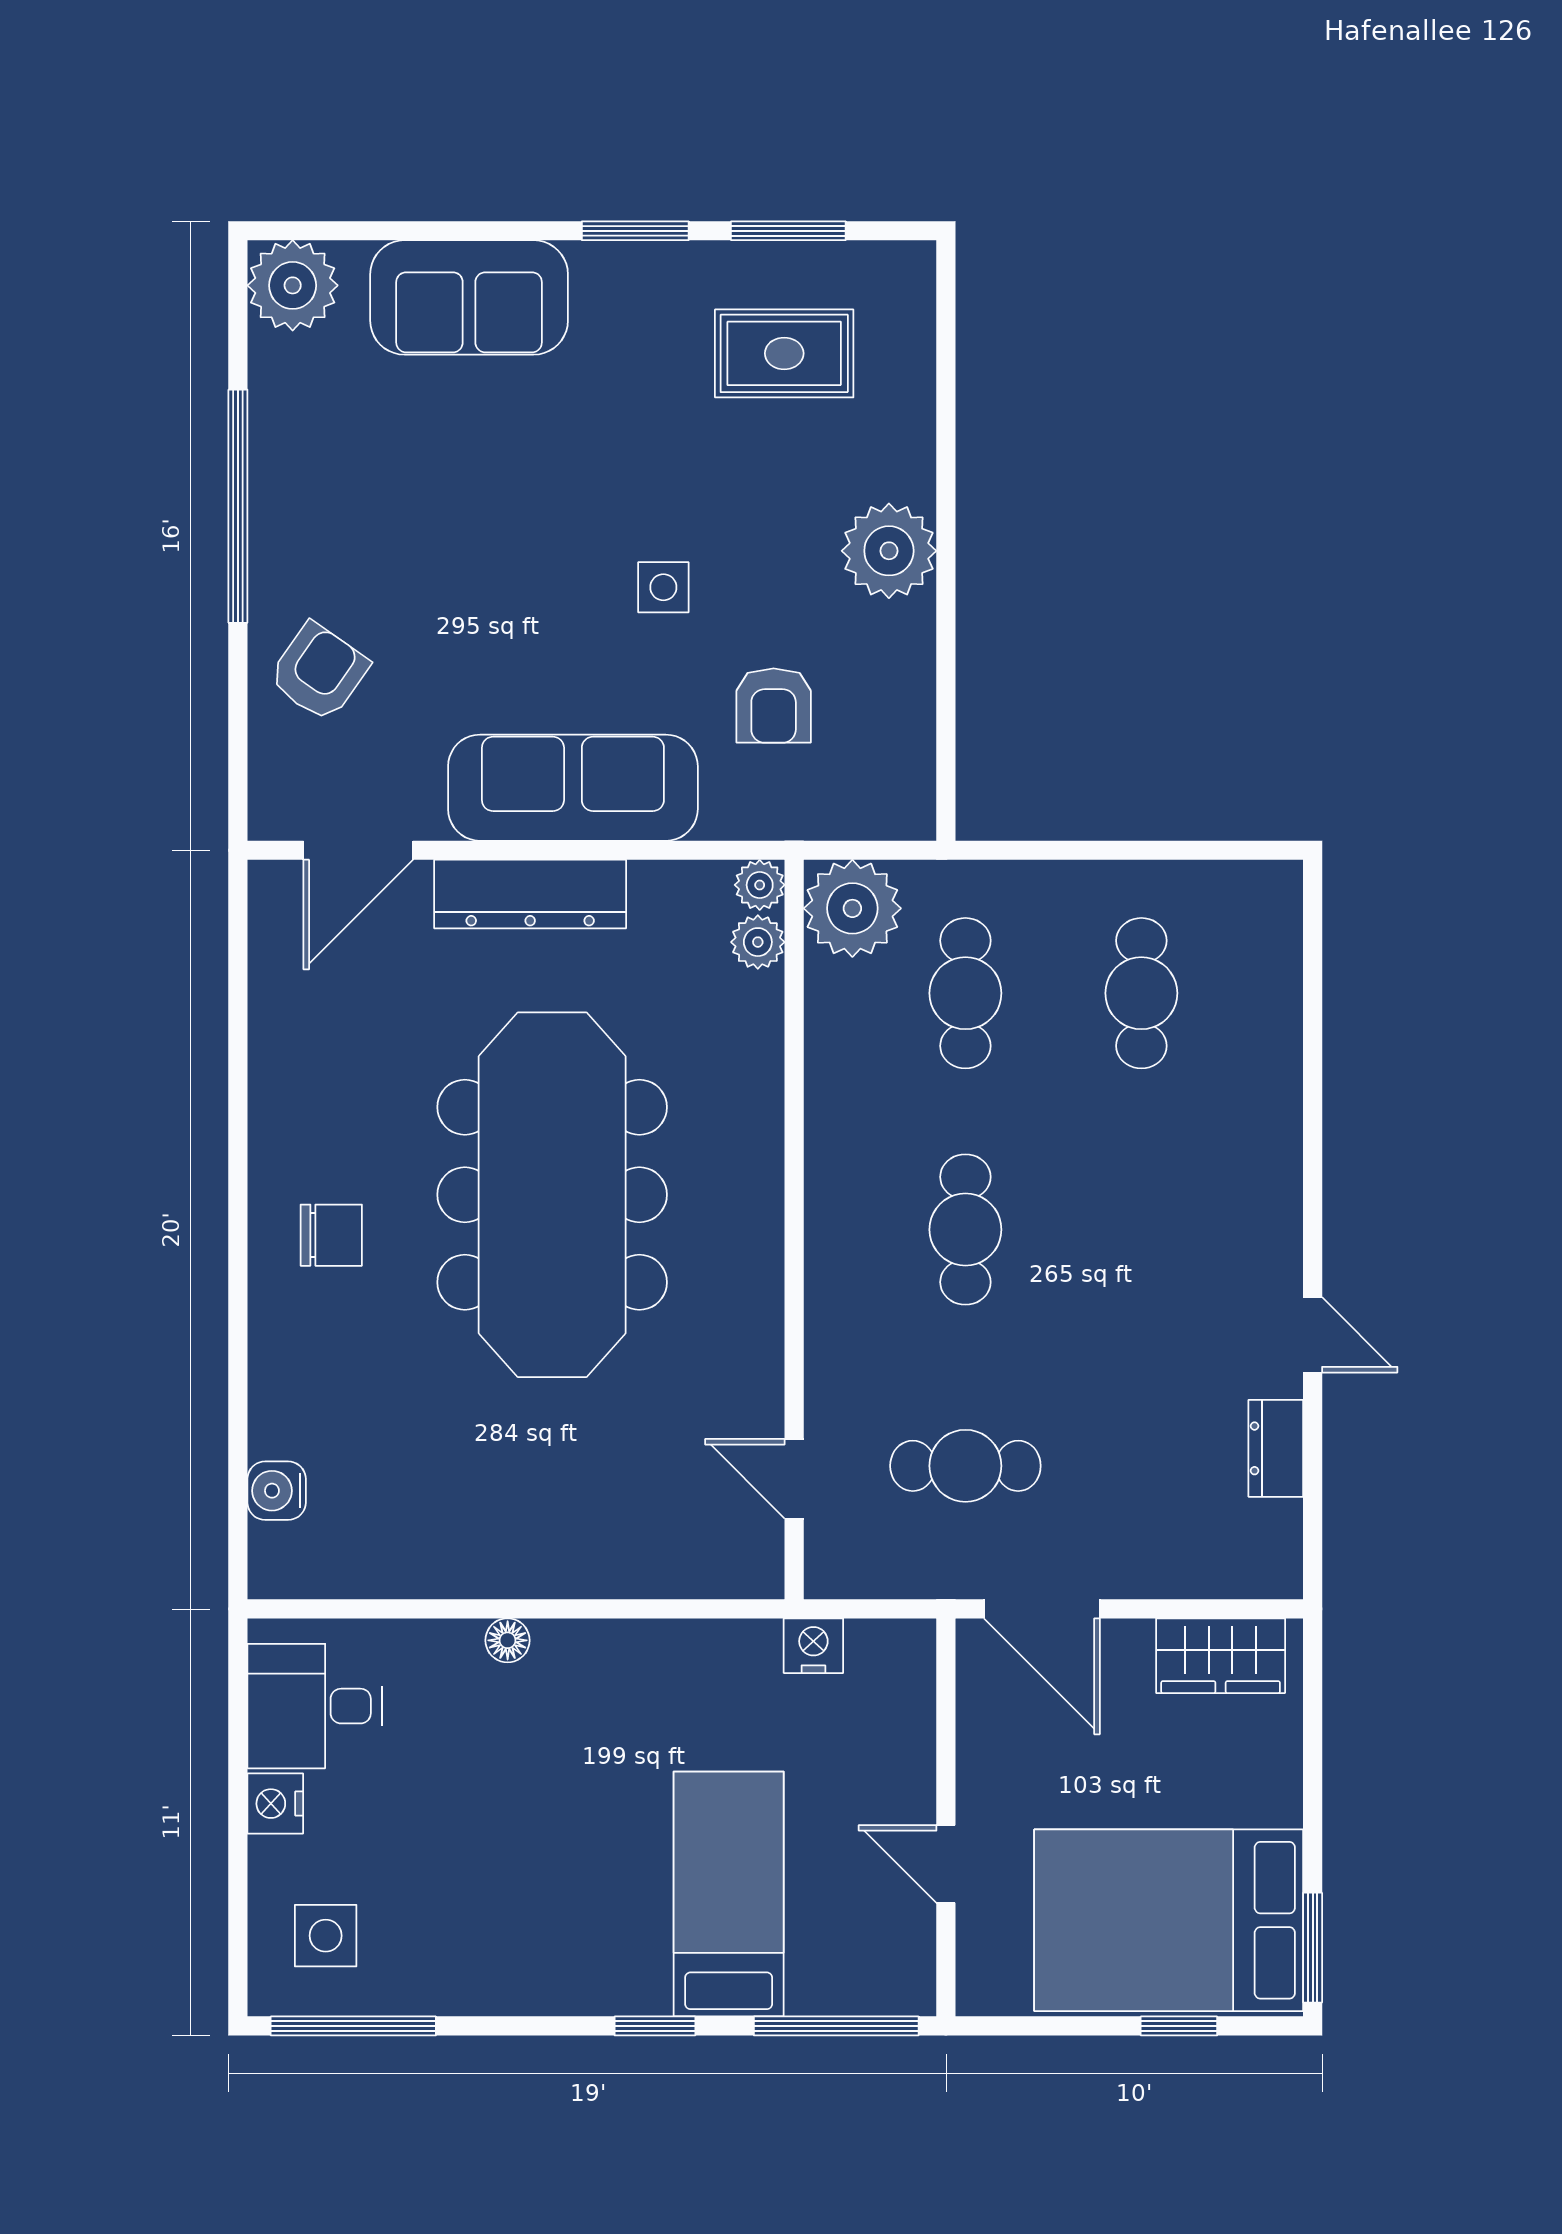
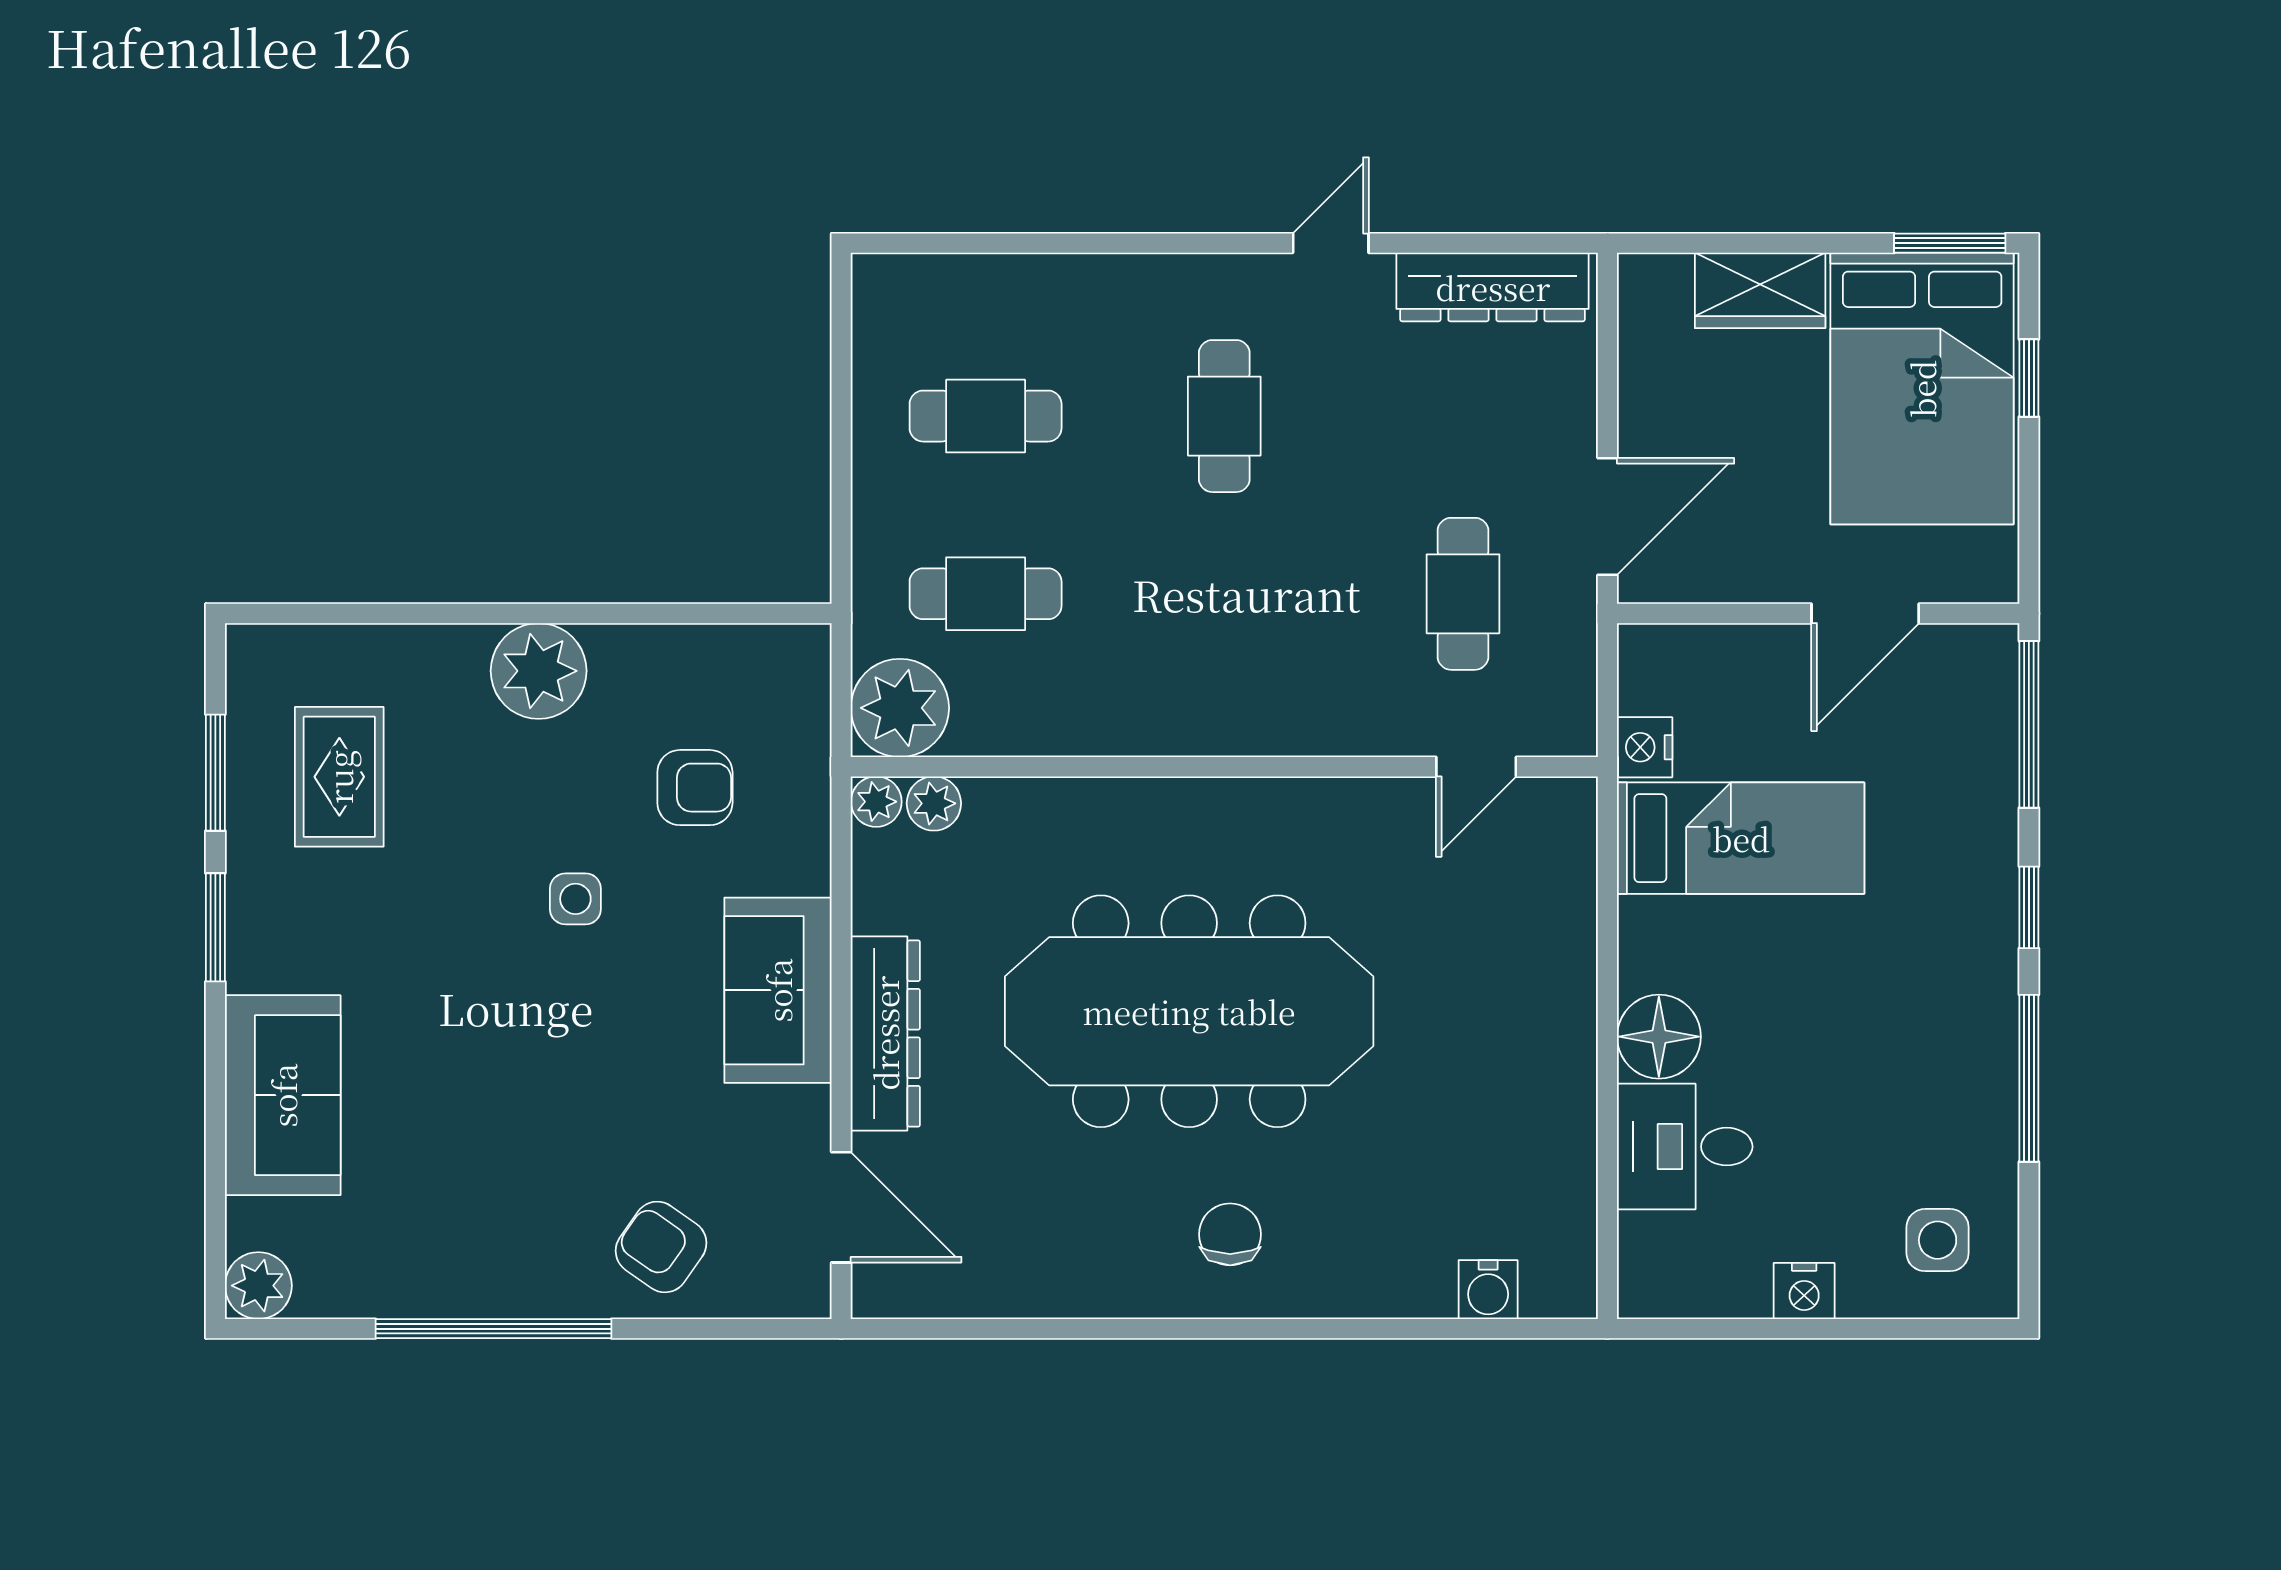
plant: (293, 285) -> (258, 1286), width x0.73, depth x0.73
sofa: (573, 788) -> (778, 990), width x0.73
cafe table: (965, 1230) -> (1224, 416), moved, turned 90
dresser: (1276, 1448) -> (1493, 287), width x1.96, depth x1.24
floor lamp: (508, 1640) -> (1659, 1037), width x1.89, depth x1.89
wardrobe: (1221, 1656) -> (1760, 290), moved, turned 90
desk: (315, 1706) -> (1685, 1147), moved, turned 90
door: (946, 1864) -> (1865, 613), width x1.38
bed: (729, 1894) -> (1741, 838), moved, turned 180
window: (353, 2026) -> (2029, 1078), moved

